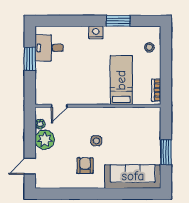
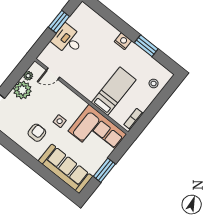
desk: (49, 48) -> (68, 40), moved
corner sofa: (135, 125) -> (97, 133), added

